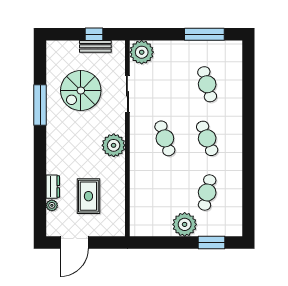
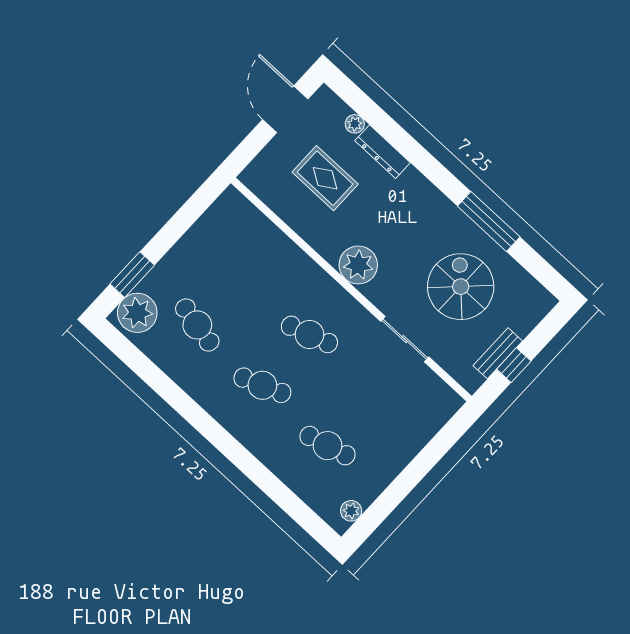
window: (204, 34) -> (391, 498), removed
plant: (142, 52) -> (351, 511), moved, width x0.53, depth x0.53
dresser: (53, 187) -> (383, 152), width x1.44
plant: (185, 224) -> (137, 313), moved

